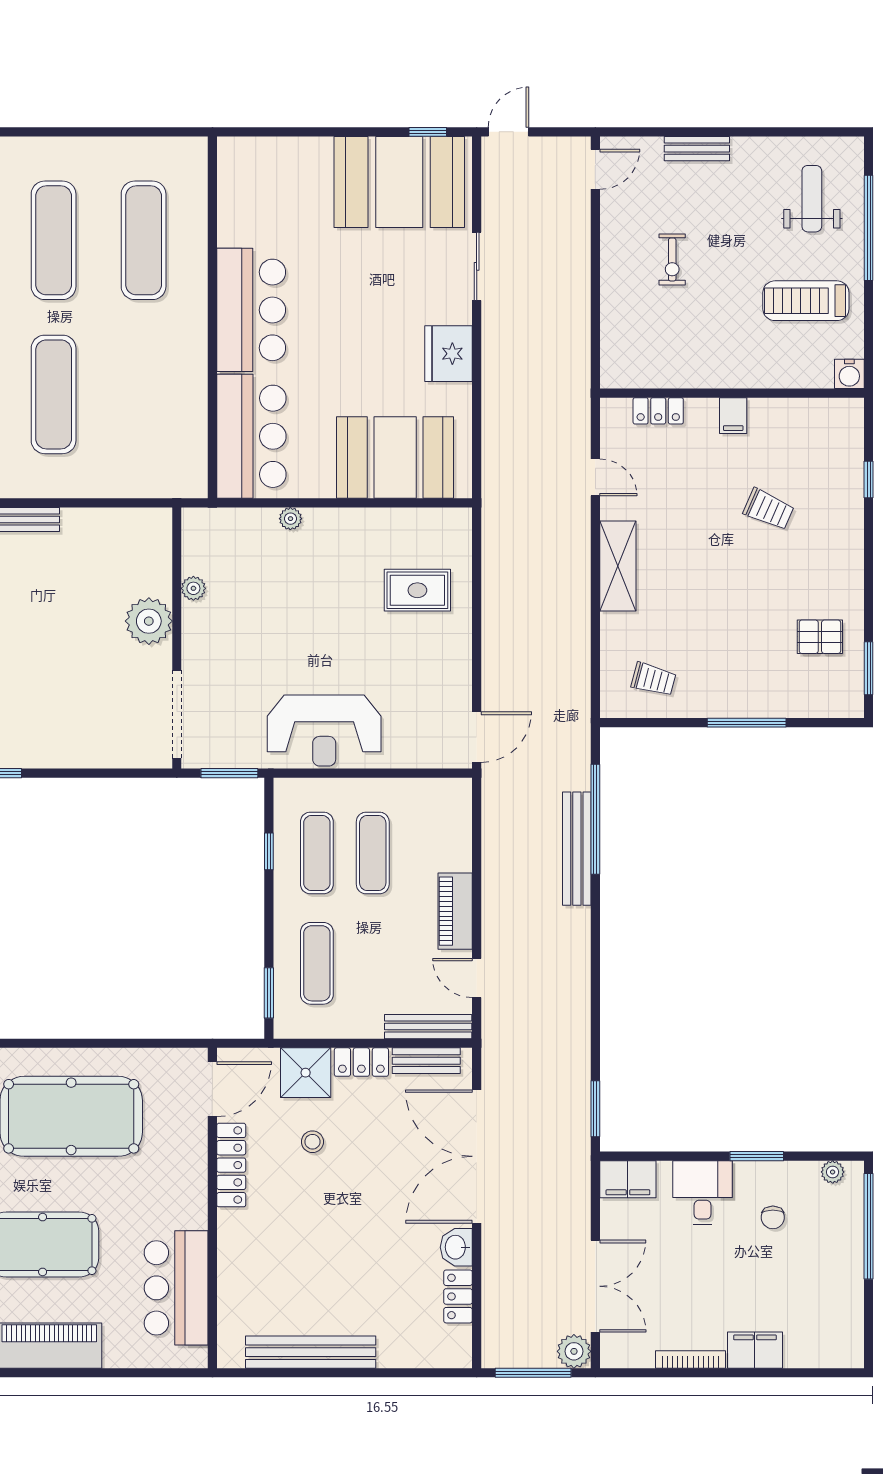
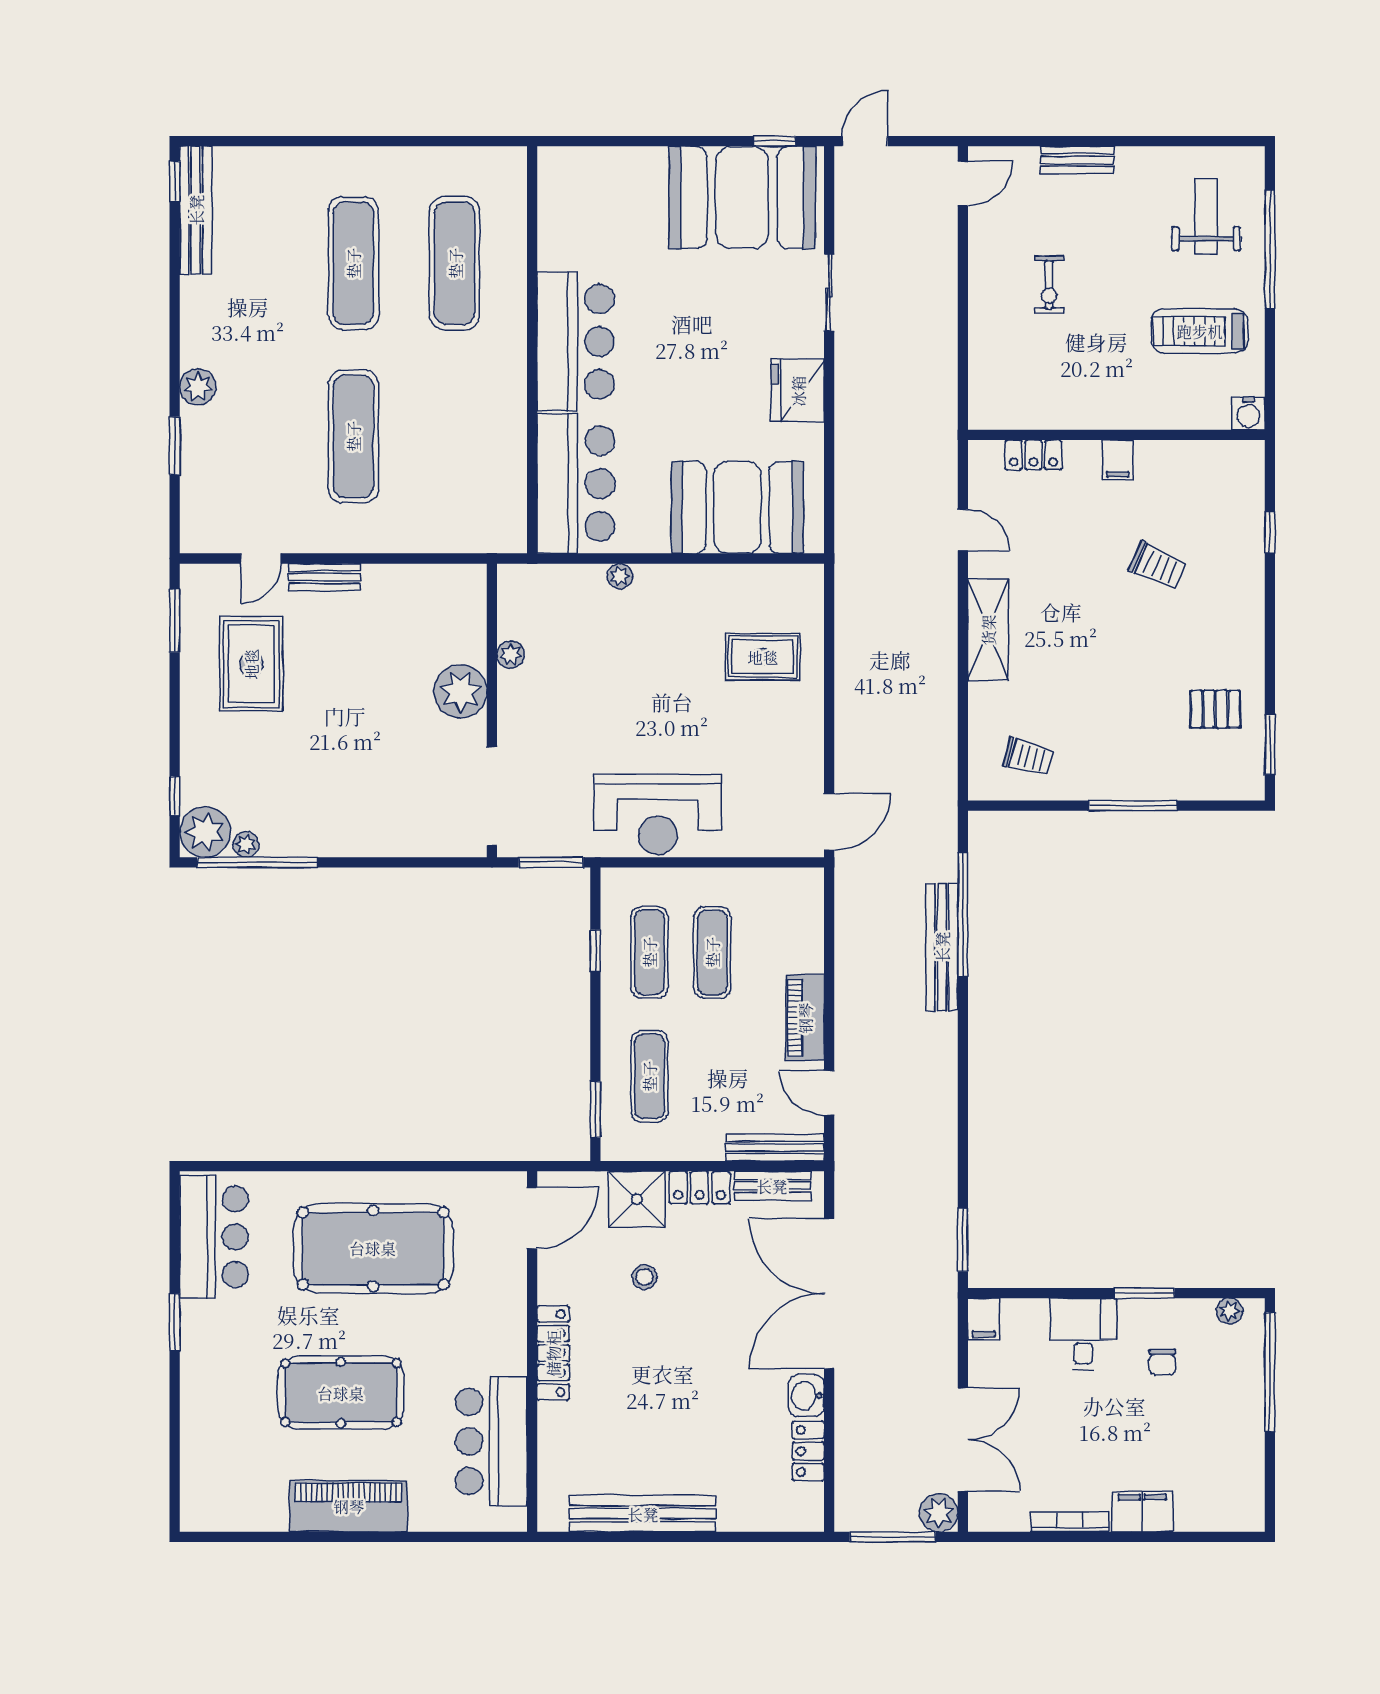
locker: (231, 1165) -> (553, 1353), moved
filing cabinet: (628, 1179) -> (984, 1319), width x0.50

